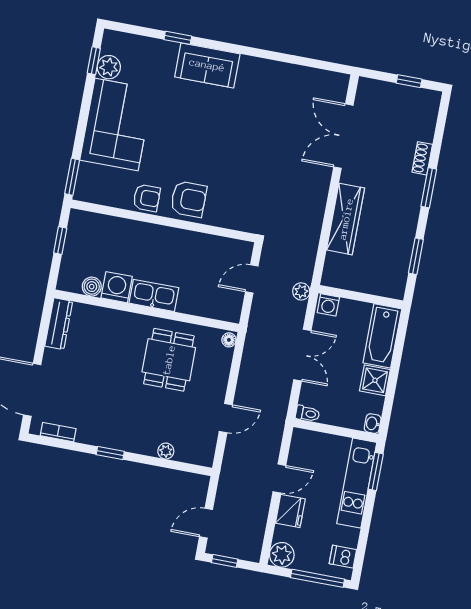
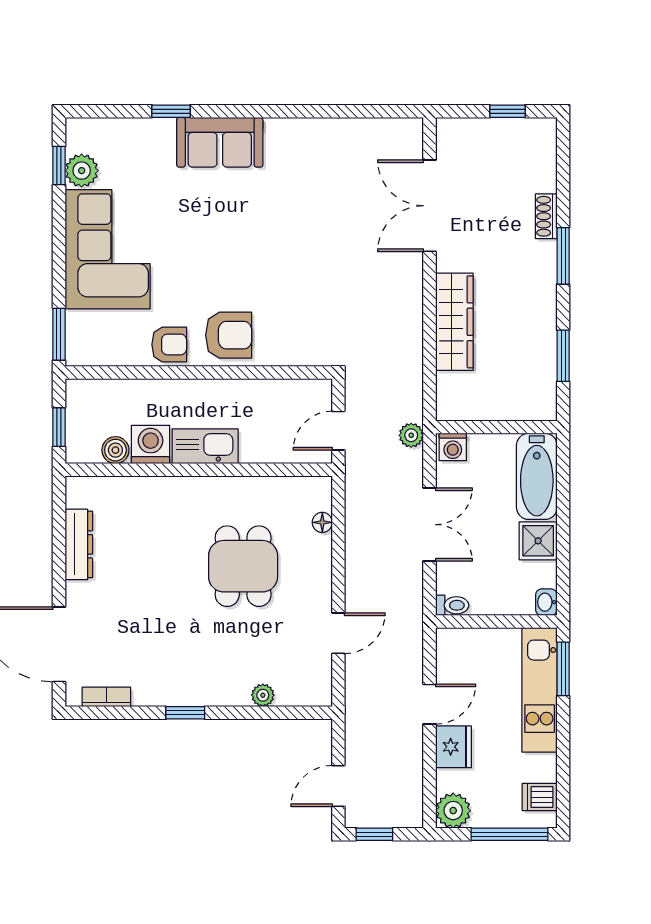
boiler: (92, 287) -> (115, 450), moved
washing machine: (117, 287) -> (151, 444), moved
kitchen sink: (154, 295) -> (205, 446), moved
wall: (146, 311) -> (199, 470), moved

